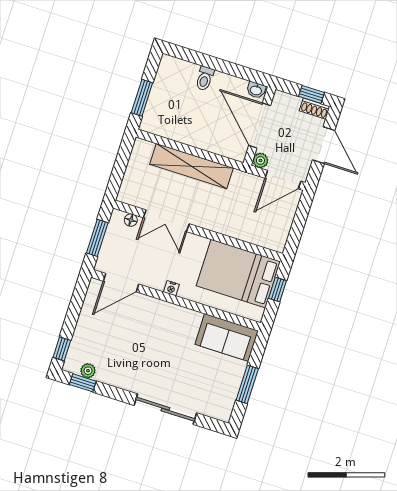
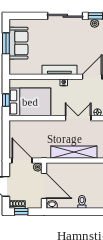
door: (283, 180) -> (22, 161), hinge flipped
tv unit: (172, 311) -> (59, 70), added
sofa: (227, 337) -> (18, 43), moved, turned 90
sliding door: (165, 409) -> (65, 16), moved

